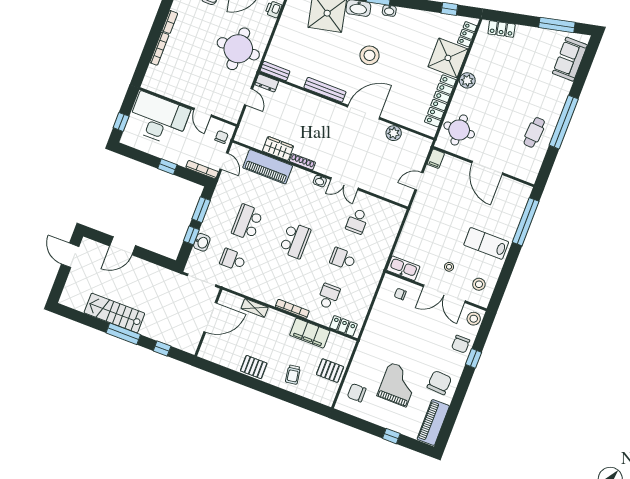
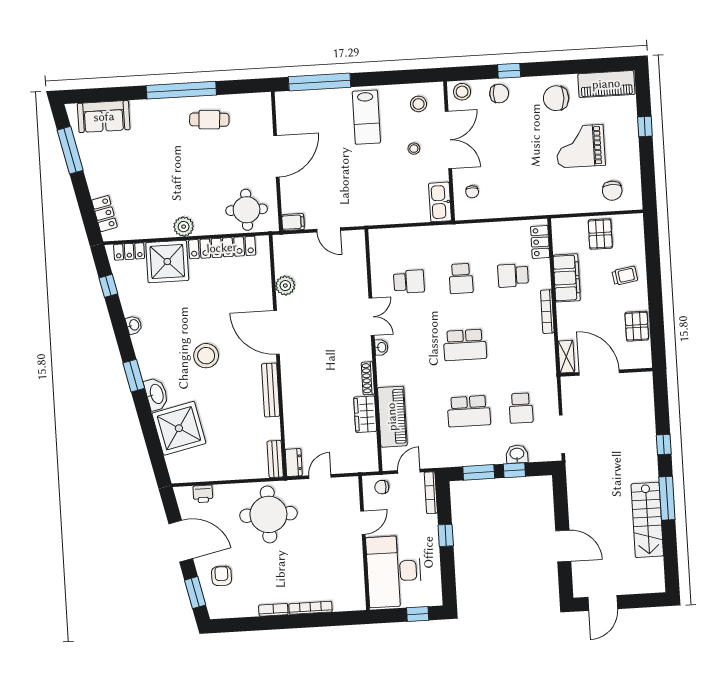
washbasin: (389, 11) -> (134, 325), moved
school desk: (295, 240) -> (465, 345), turned 180
door: (210, 317) -> (599, 373), moved
wall: (208, 322) -> (606, 372), moved

